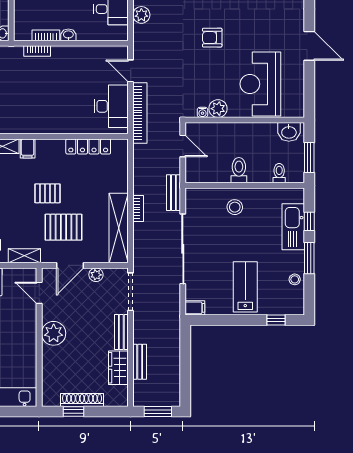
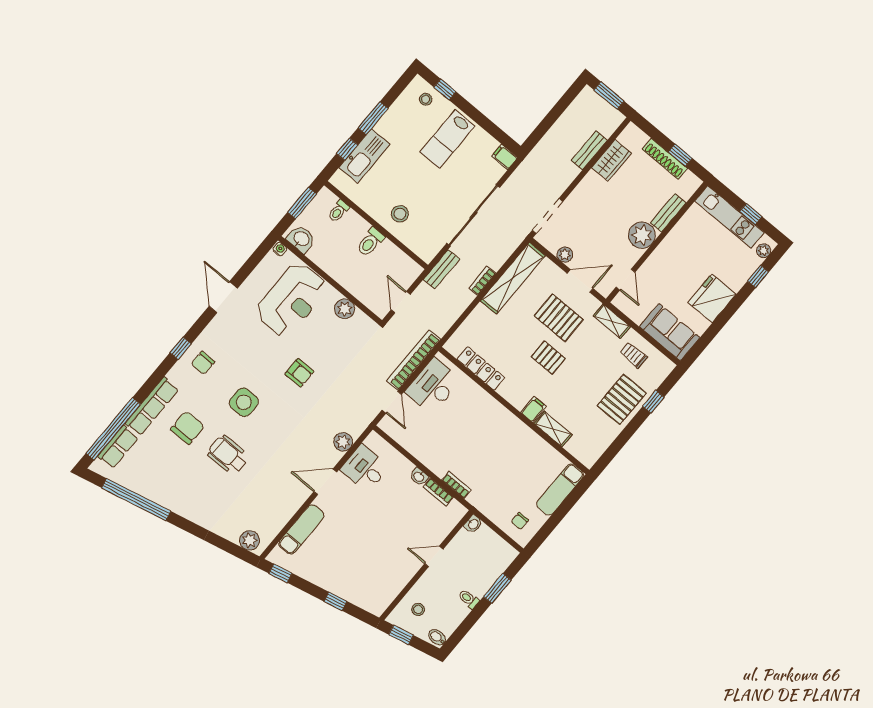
water cooler: (202, 112) -> (280, 249), moved
stool: (295, 279) -> (426, 99), moved
bench: (121, 332) -> (668, 213), moved

